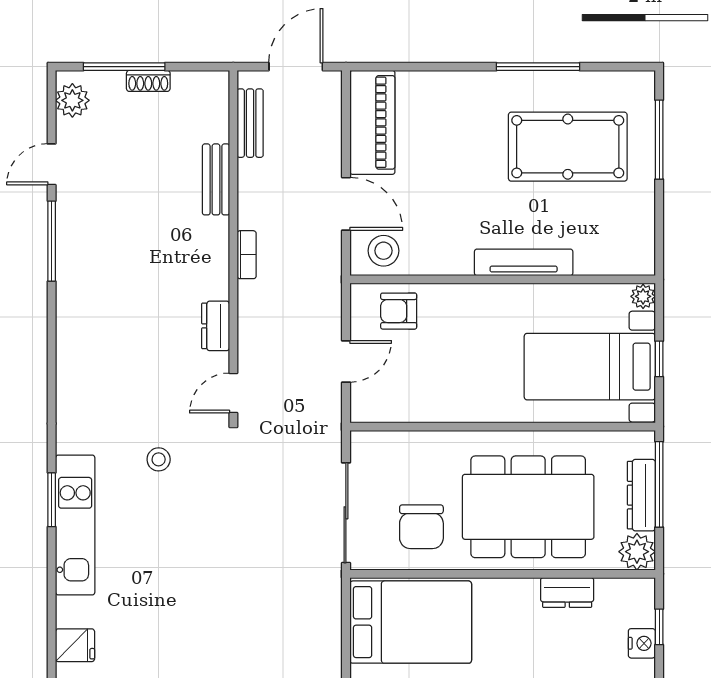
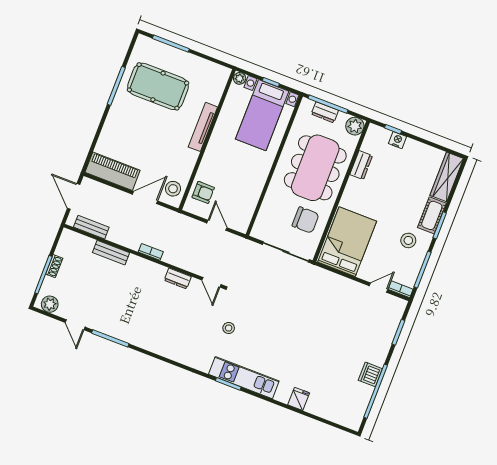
pool table: (568, 147) -> (158, 86), turned 90
armchair: (399, 311) -> (203, 192), turned -90
dresser: (641, 495) -> (325, 112), width x0.70

